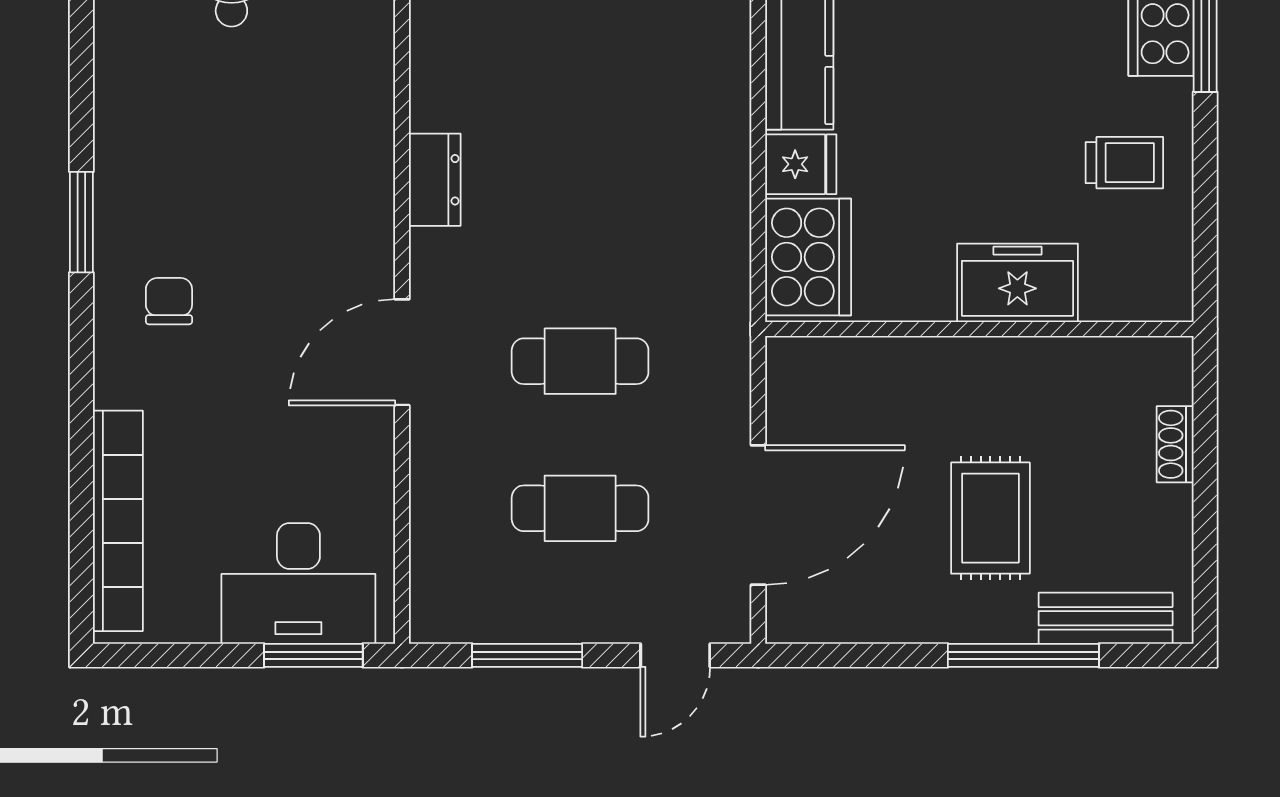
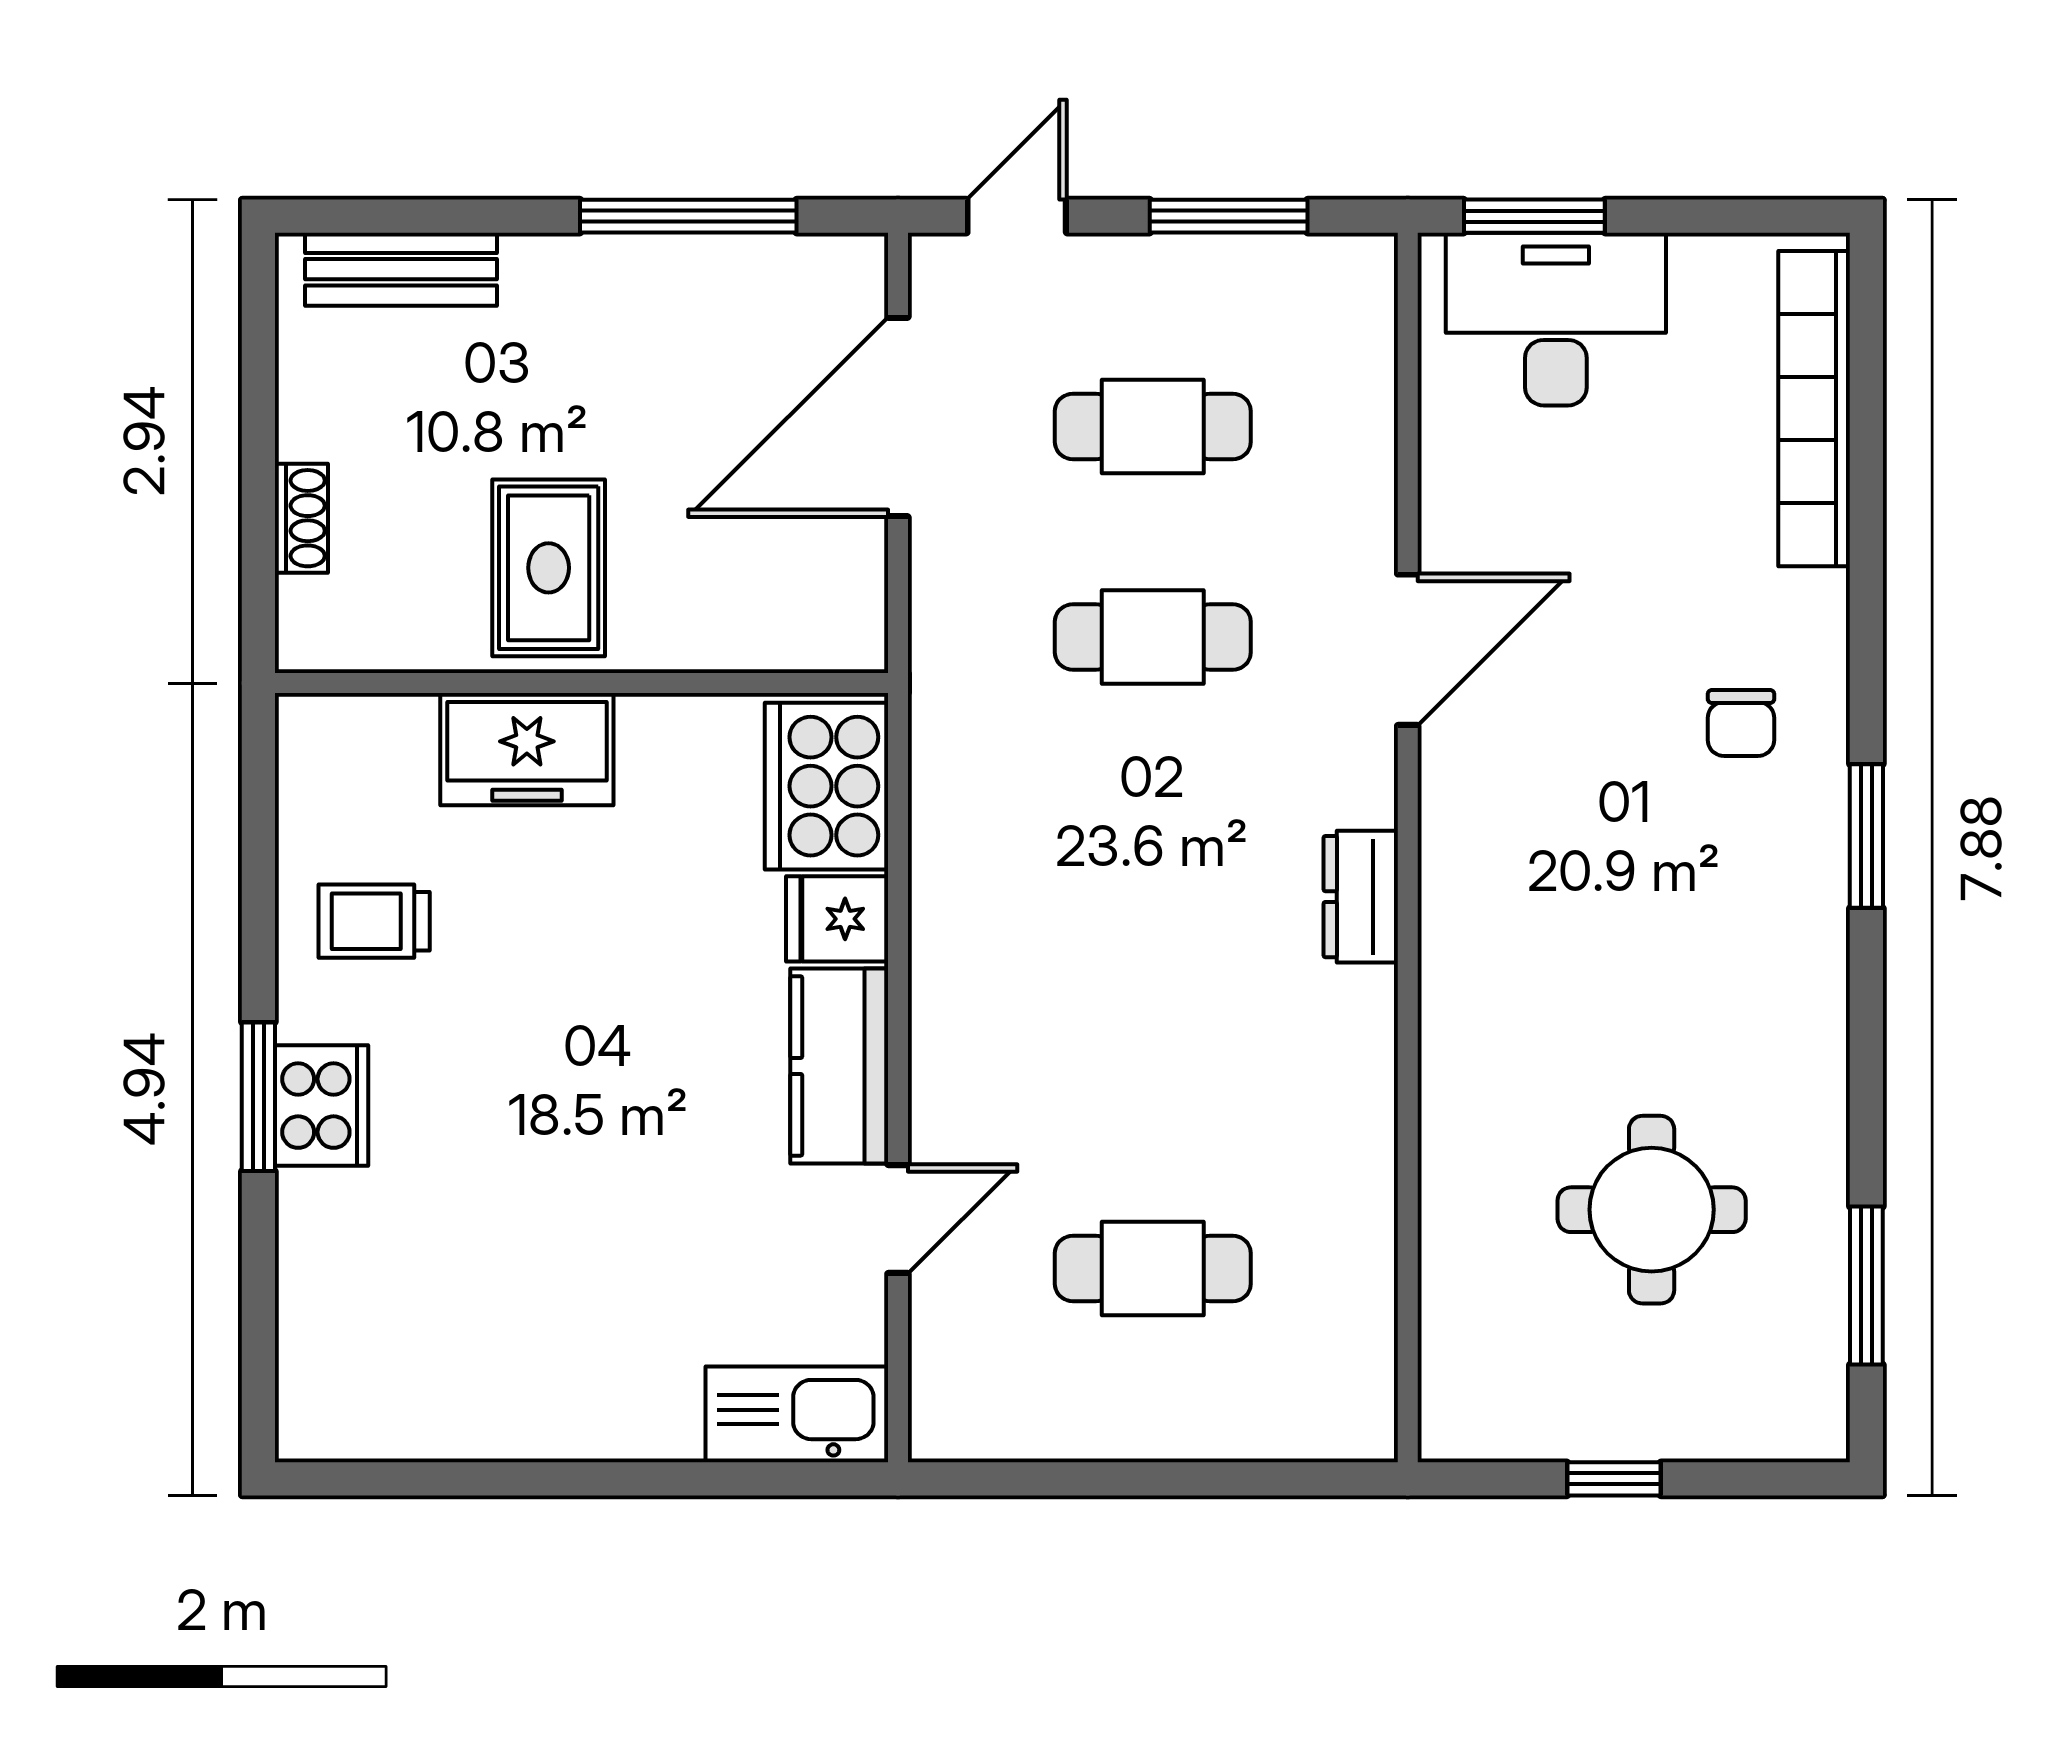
rug: (990, 518) -> (549, 568), moved
window: (1023, 655) -> (688, 216), moved

